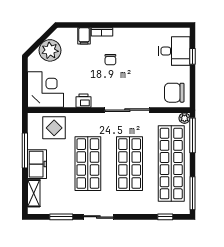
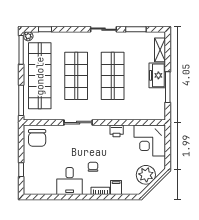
desk: (174, 51) -> (70, 181), moved, turned -90
chair: (174, 93) -> (37, 138), turned 90
sliding door: (127, 110) -> (78, 123), width x0.73
plant: (184, 118) -> (28, 36), moved
display table: (54, 128) -> (142, 107), removed

